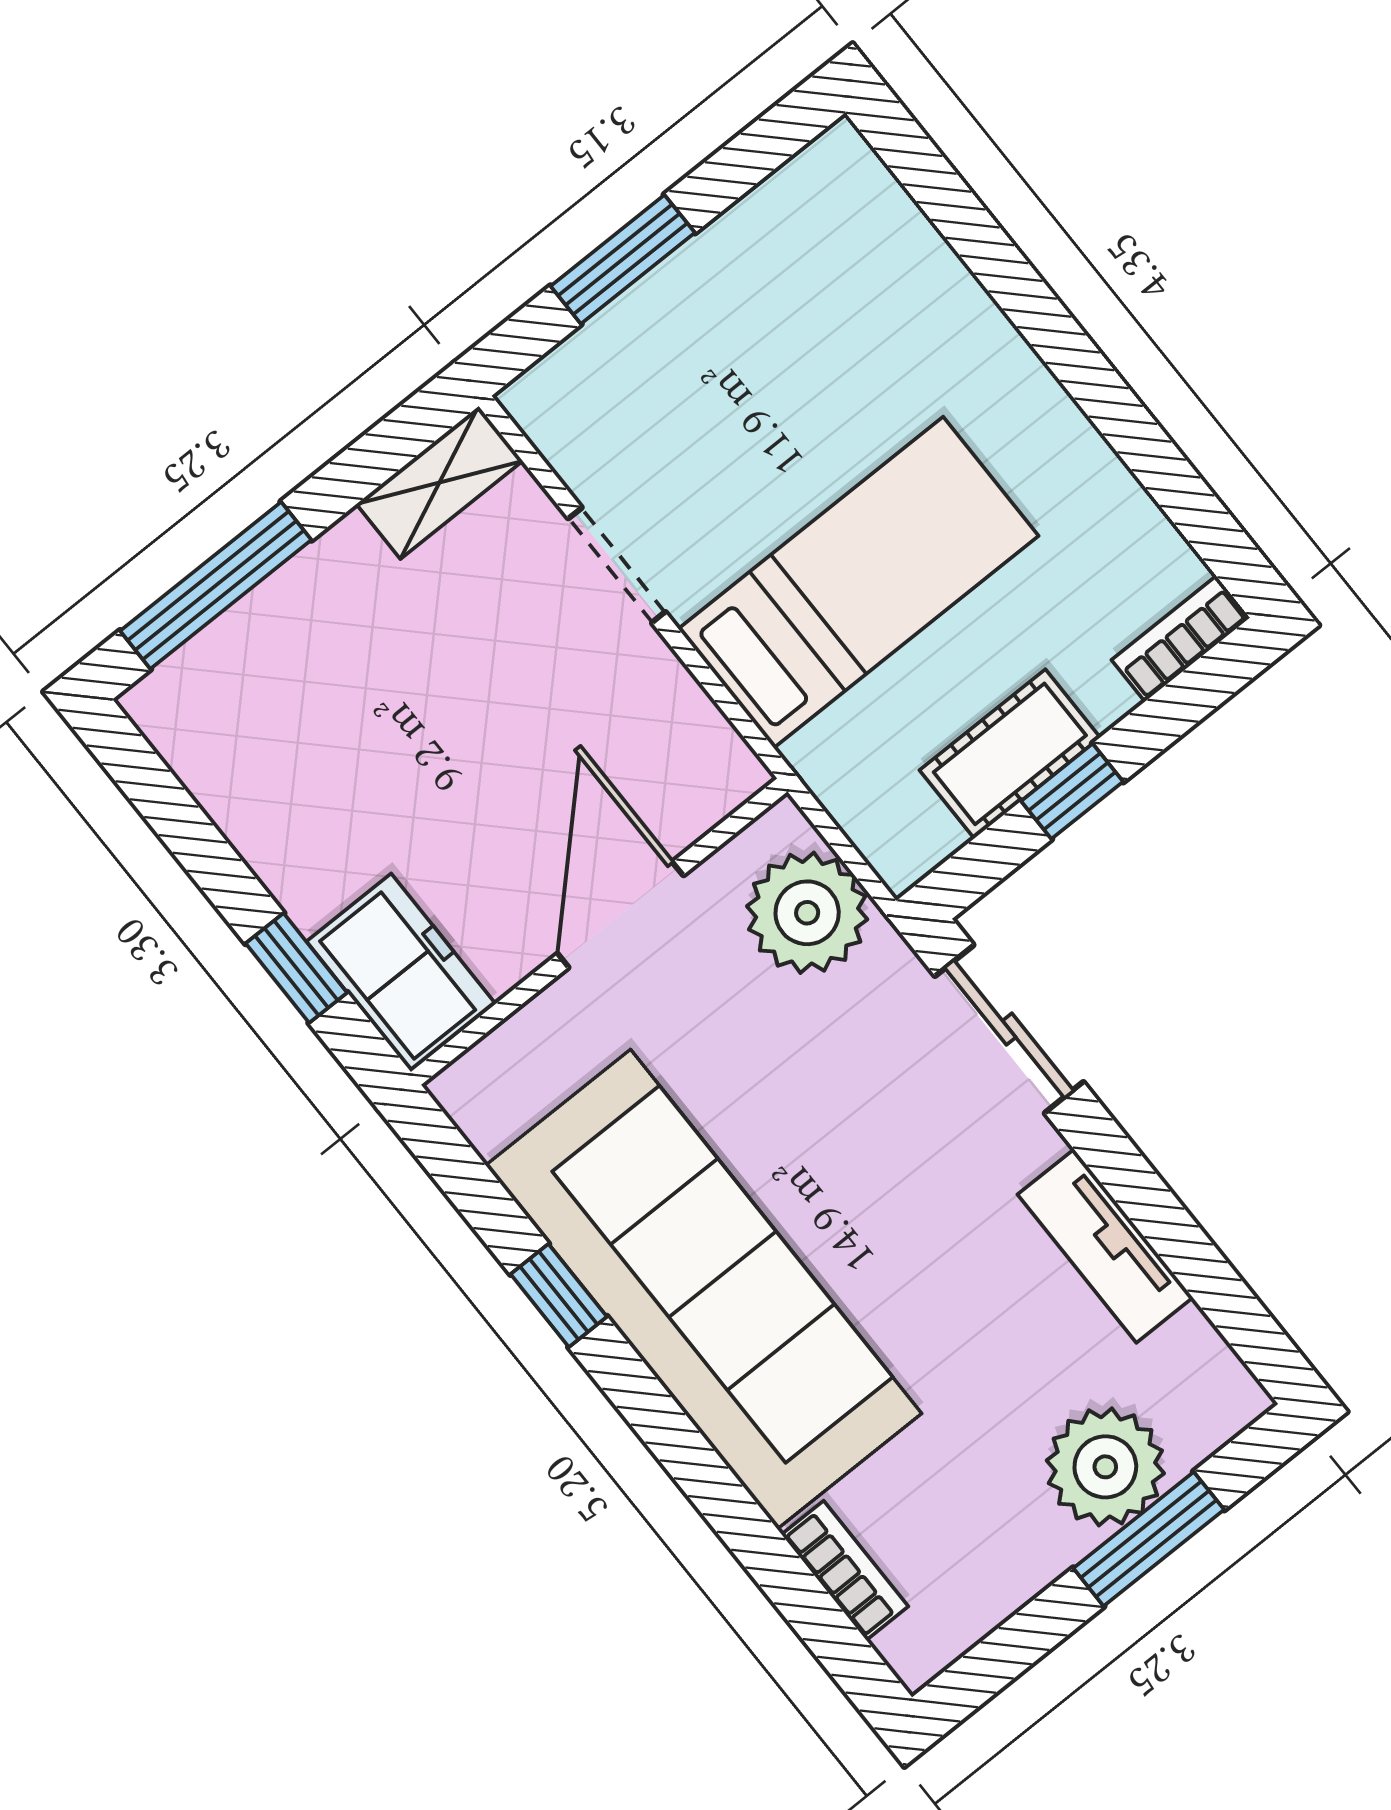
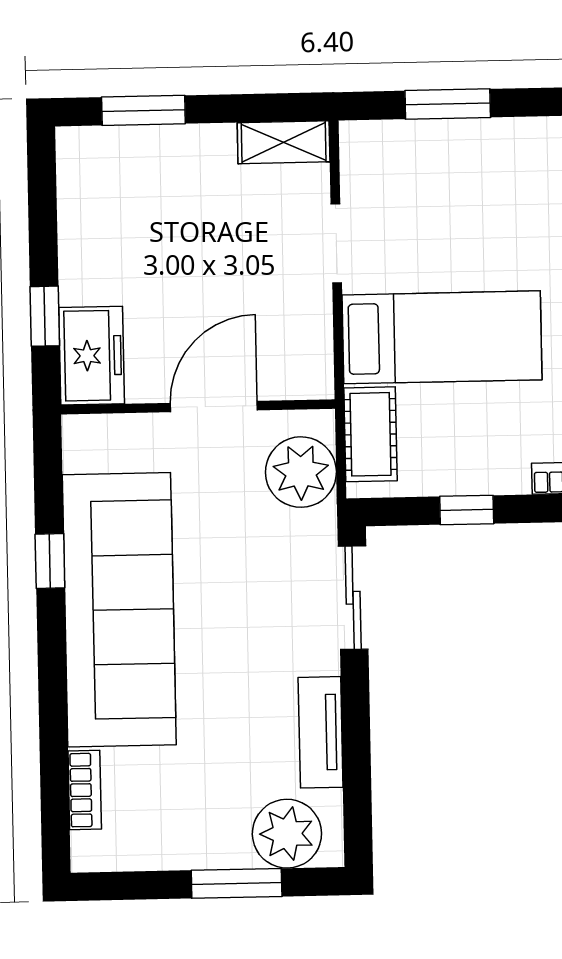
window: (216, 585) -> (143, 110), width x0.69
cot: (1010, 754) -> (371, 434), moved, turned 90
plant: (1105, 1467) -> (287, 834), moved

